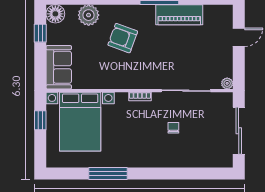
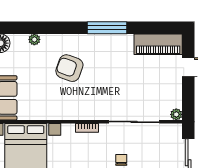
plant: (89, 15) -> (34, 39), width x0.53, depth x0.53
piano: (179, 15) -> (158, 44), moved

